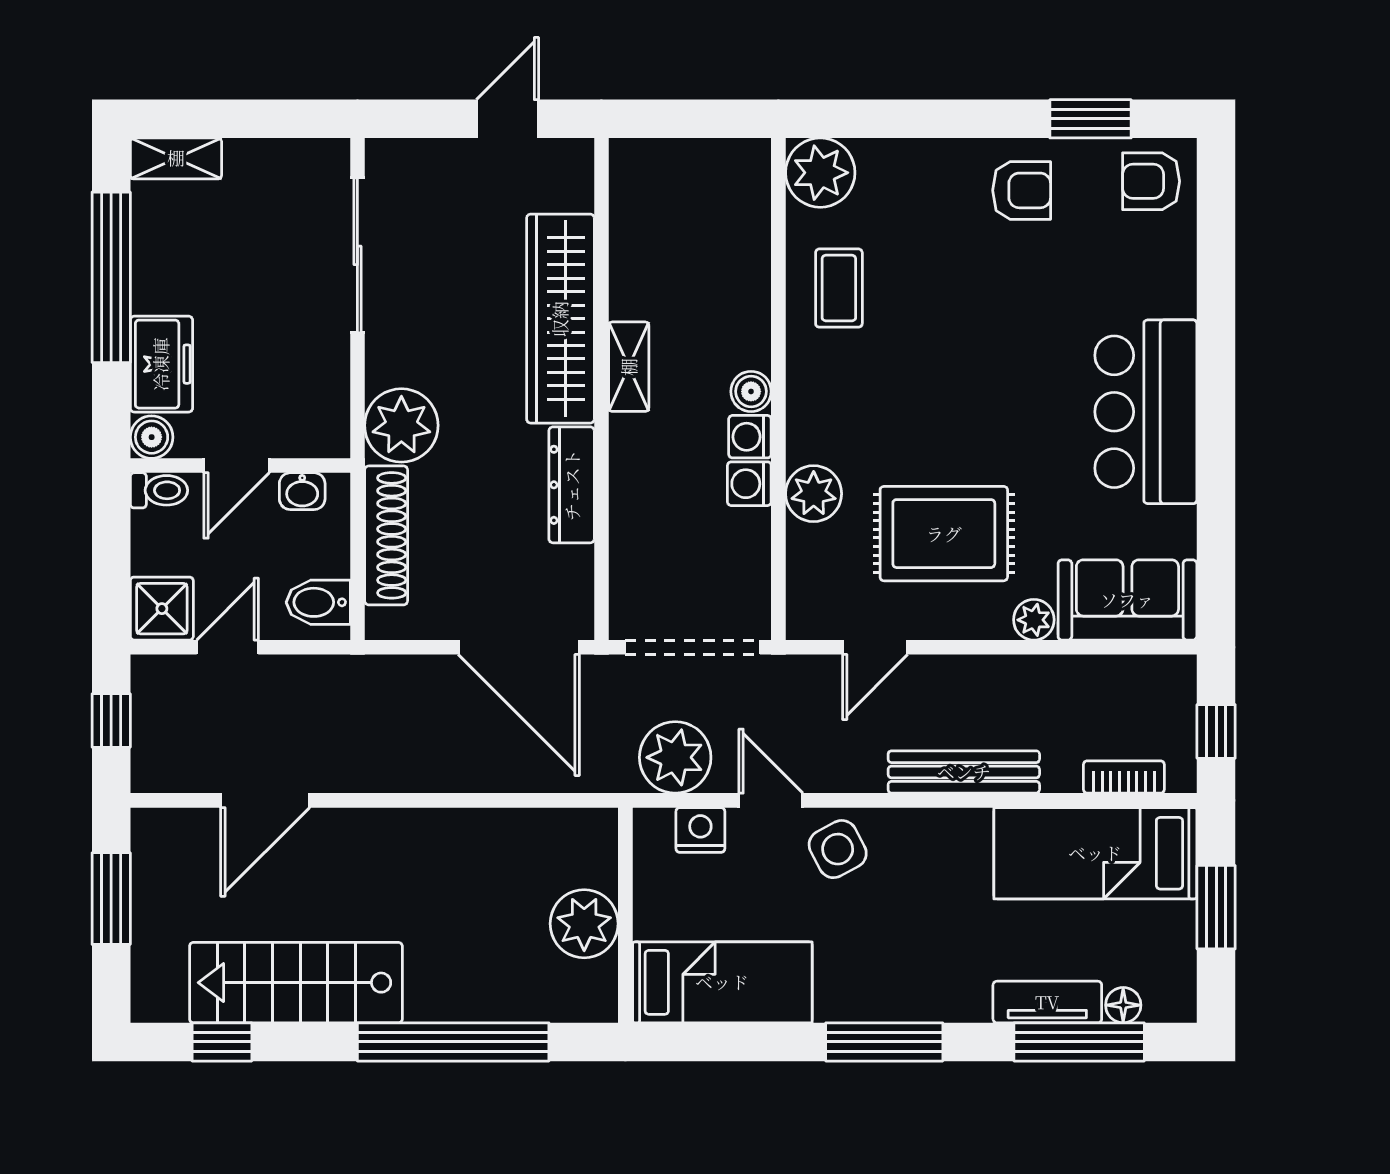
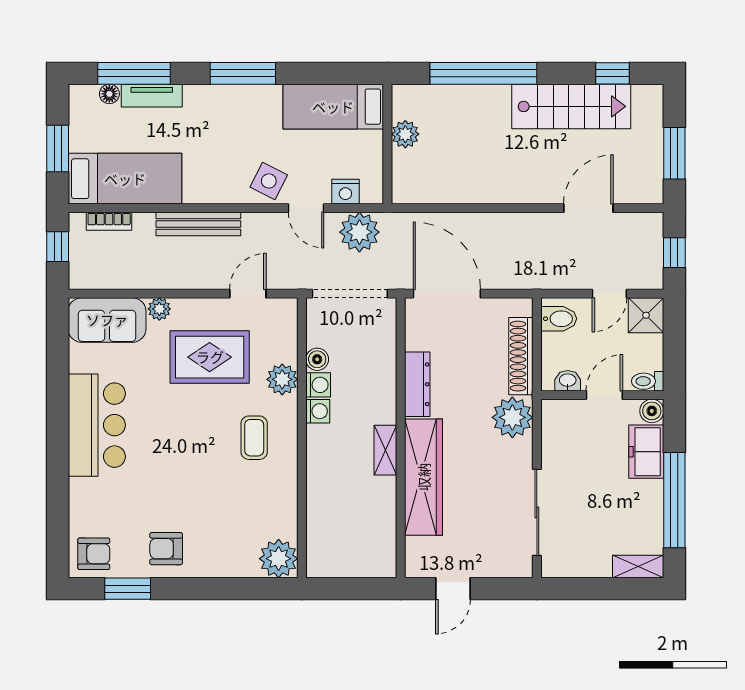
coffee table: (839, 288) -> (254, 438), moved
boiler: (751, 391) -> (317, 359), moved
side table: (838, 849) -> (269, 181), turned -35
plant: (584, 924) -> (405, 134), width x0.73, depth x0.73

